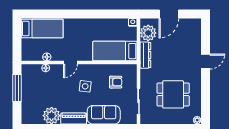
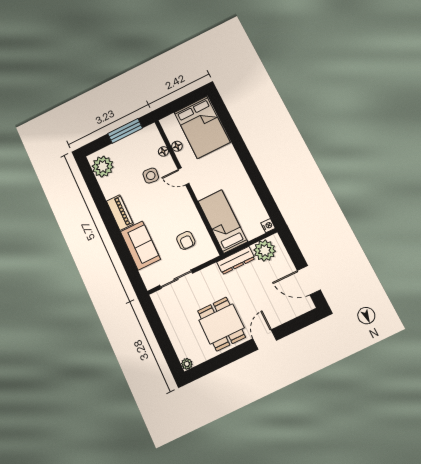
door: (169, 14) -> (309, 280), moved
bed: (42, 29) -> (202, 127), width x1.50
door: (206, 62) -> (265, 340), swing flipped
side table: (85, 86) -> (151, 176), moved
dining table: (173, 94) -> (221, 324), moved
plant: (52, 116) -> (103, 167), moved

